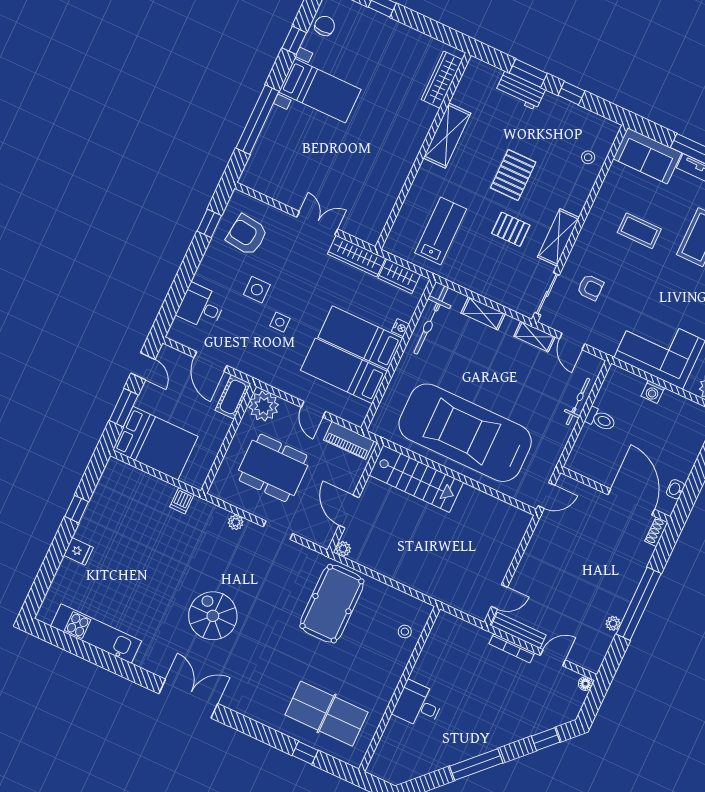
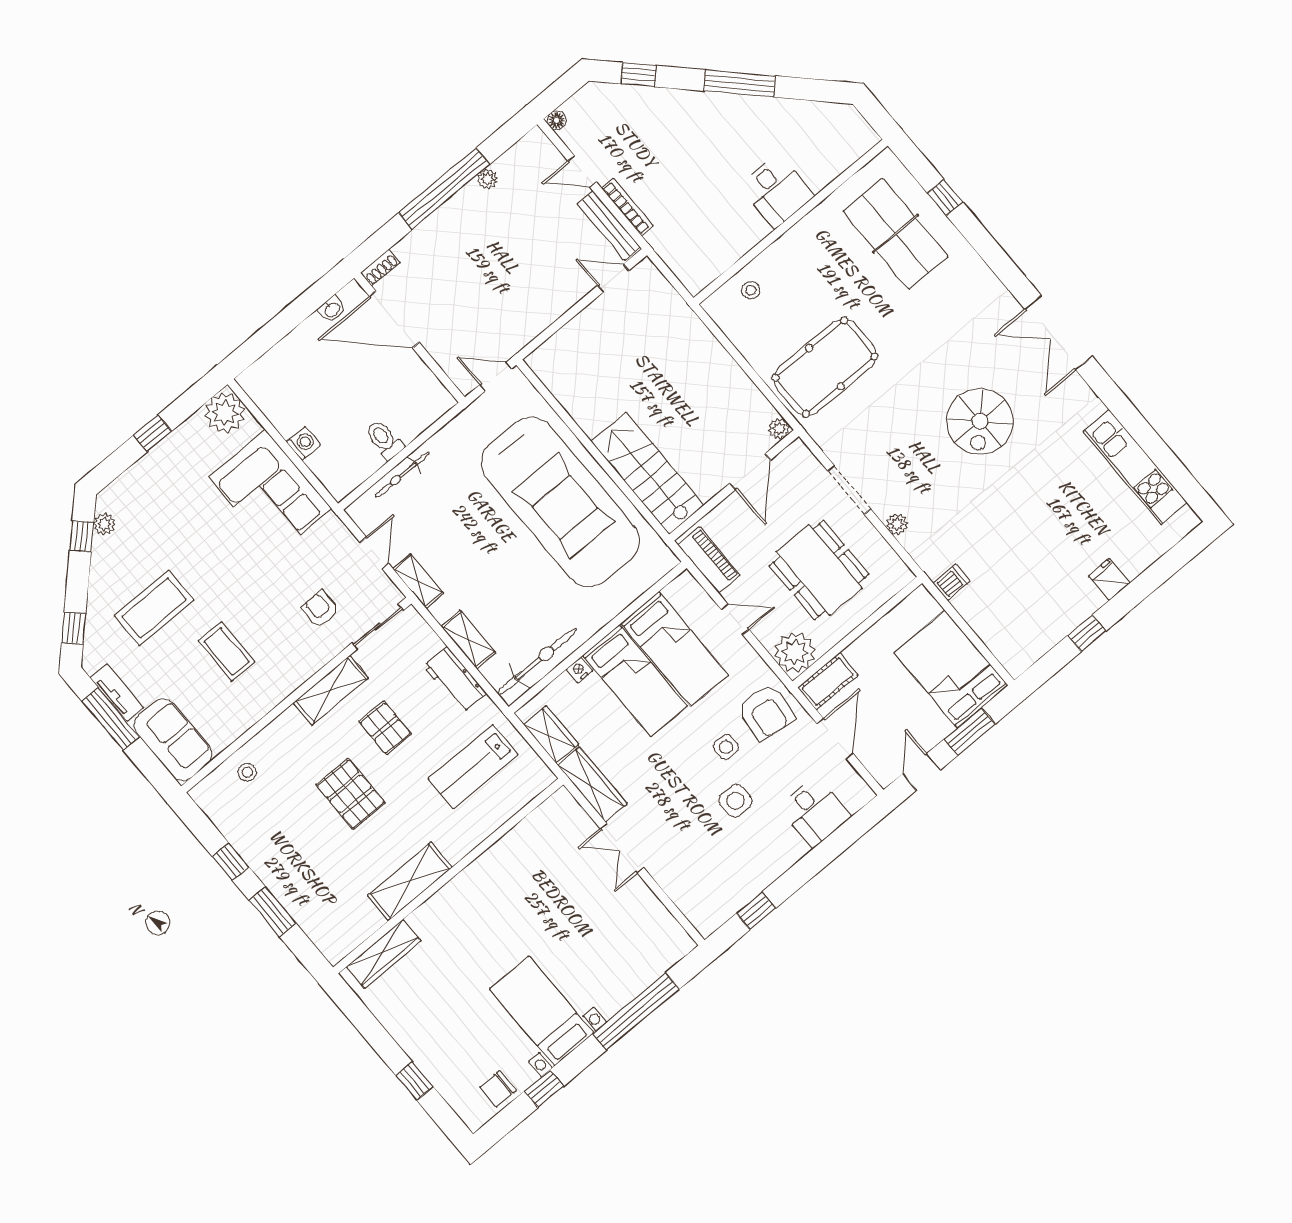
workbench: (520, 91) -> (455, 680), moved, turned 180
pallet: (513, 175) -> (351, 794), turned 90
armchair: (247, 235) -> (766, 712), moved
door: (313, 409) -> (735, 619), hinge flipped
door: (631, 502) -> (394, 319), hinge flipped
doorway: (278, 530) -> (849, 490), width x1.38

